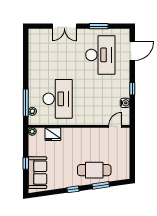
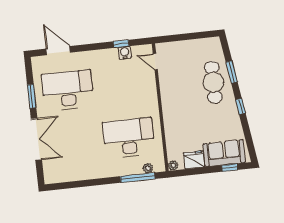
double door: (64, 26) -> (36, 139), width x1.37
window: (132, 89) -> (121, 44), moved
fridge: (53, 134) -> (194, 160), moved, turned -90
window: (26, 163) -> (230, 168), moved

